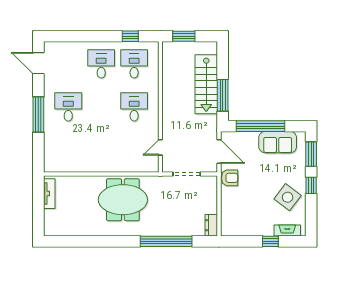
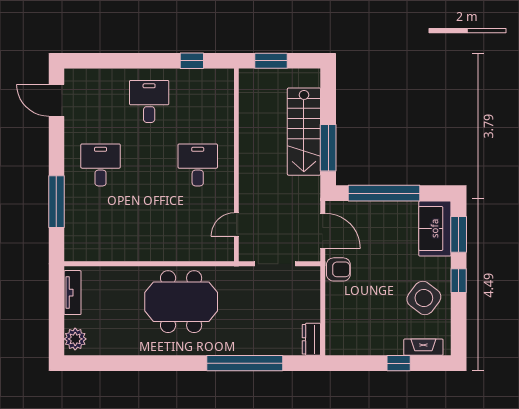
desk: (134, 64) -> (198, 101), removed
window: (38, 114) -> (56, 202), moved
sofa: (278, 142) -> (435, 228), moved, turned 90
plant: (51, 225) -> (75, 339), added

